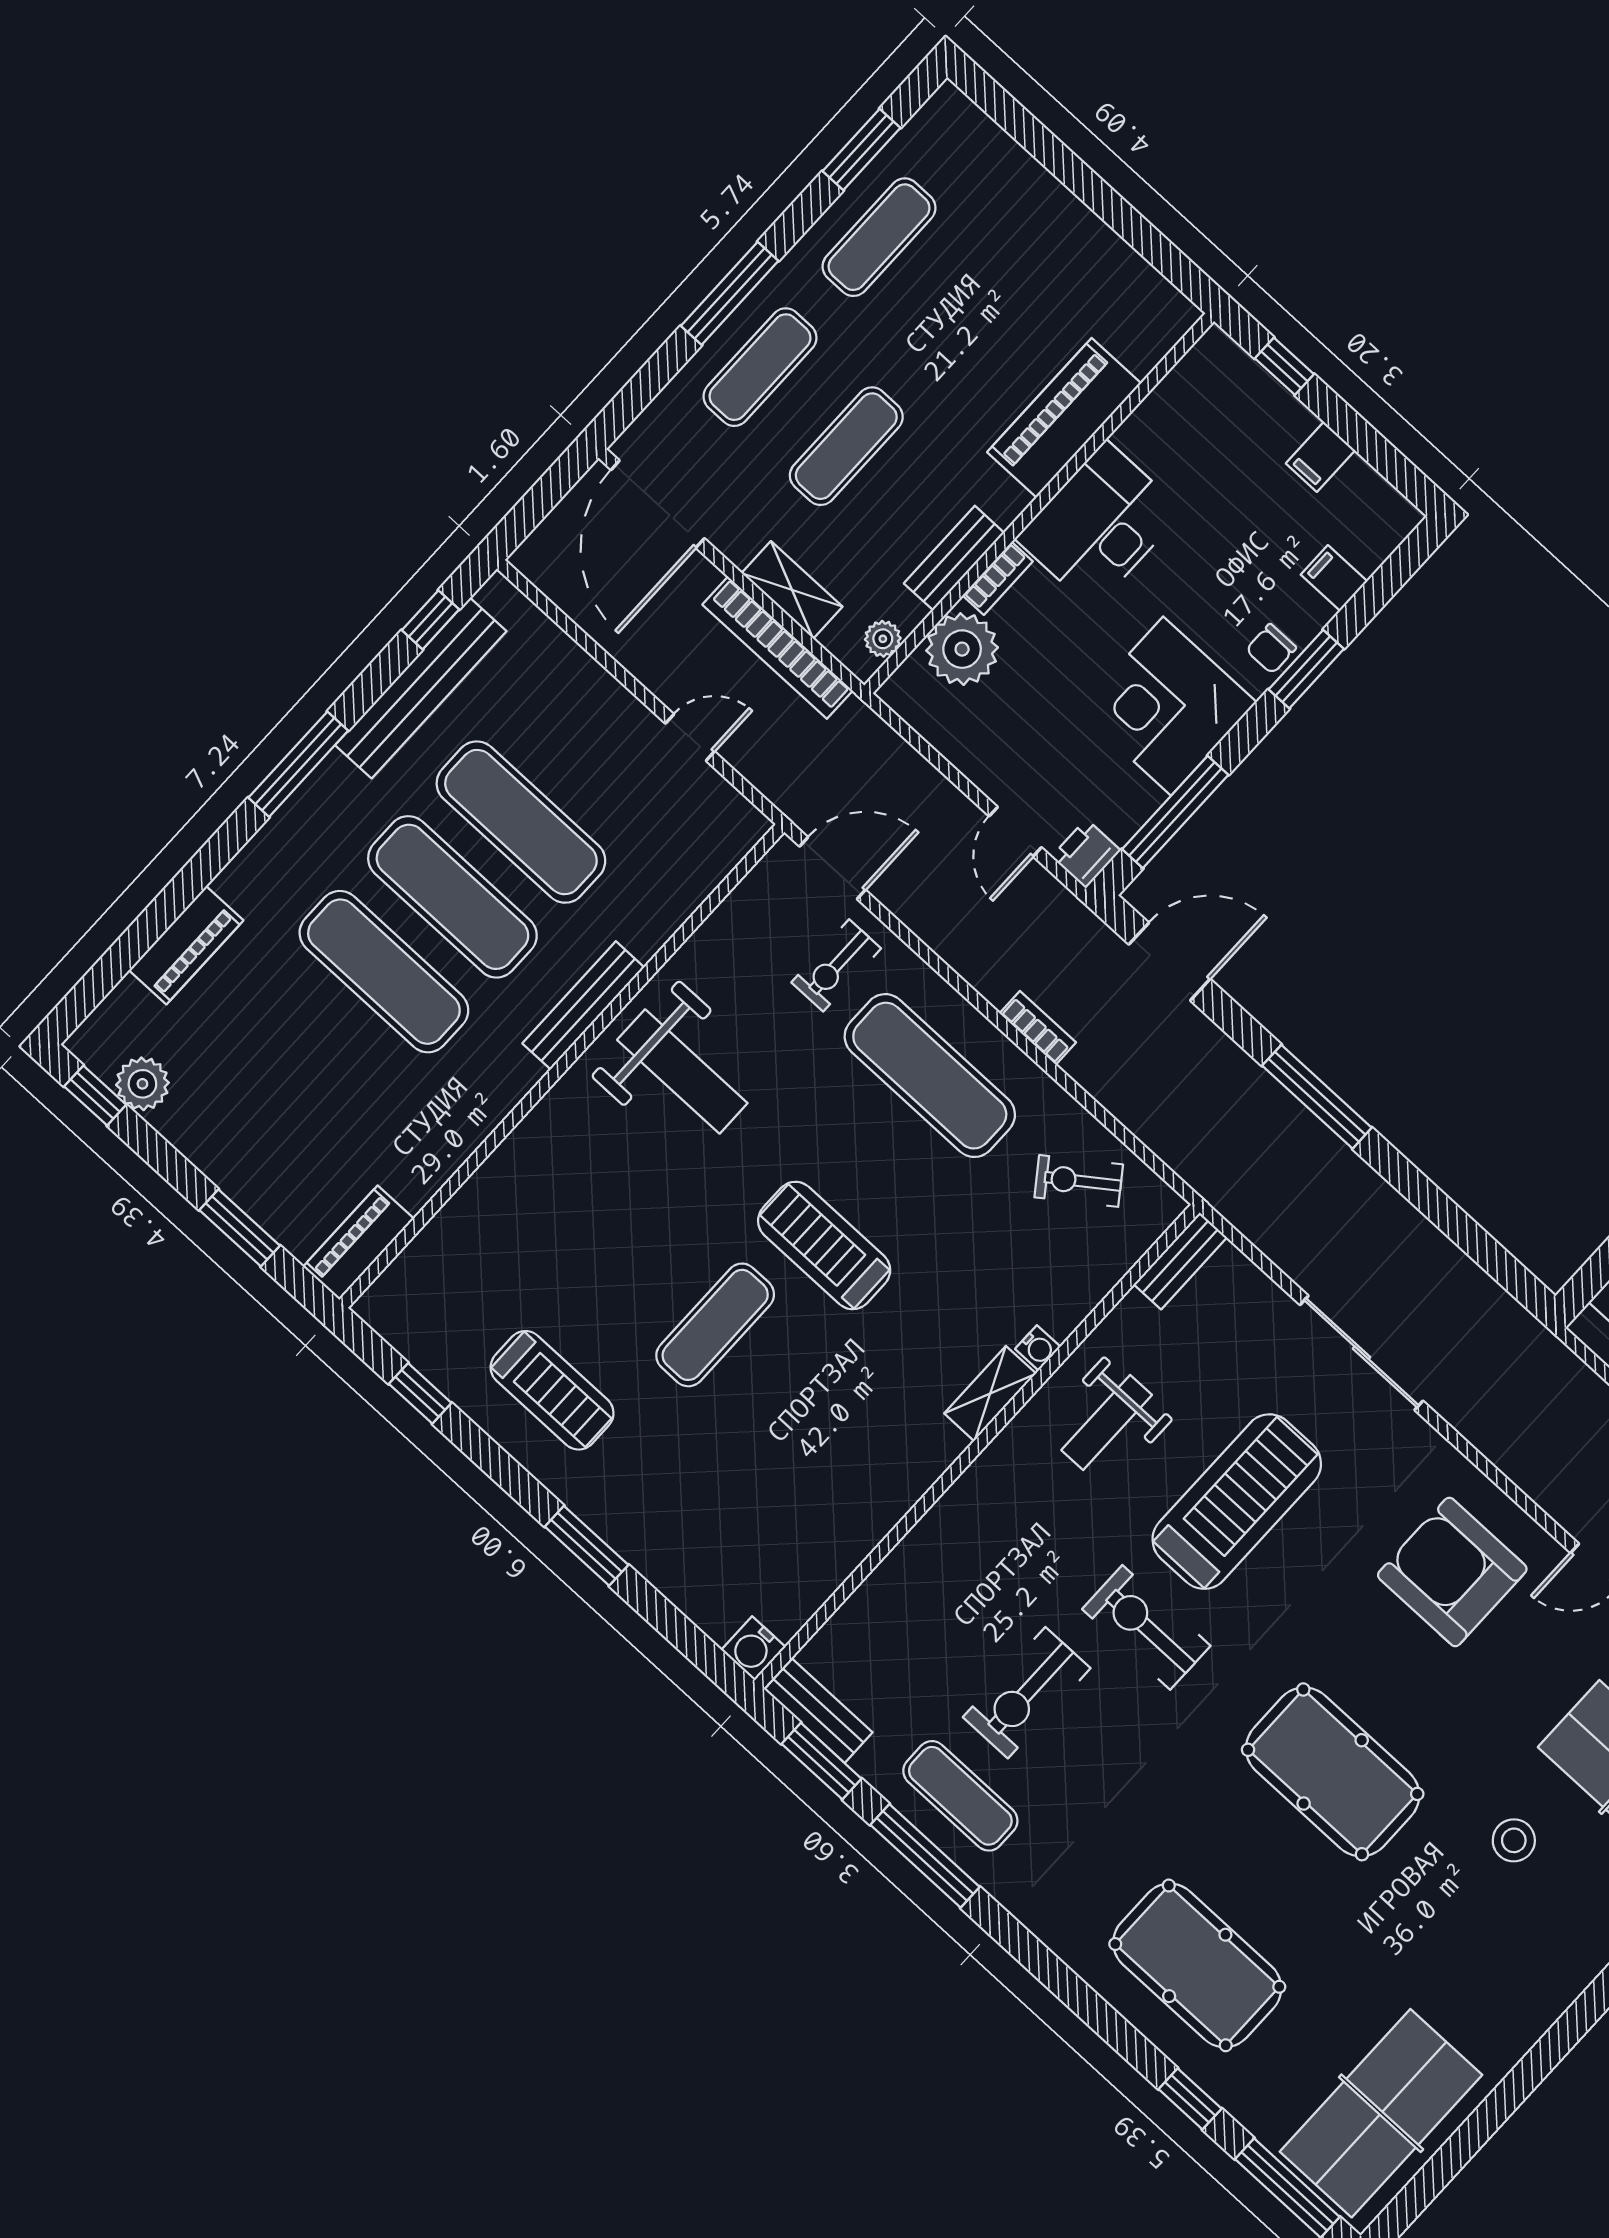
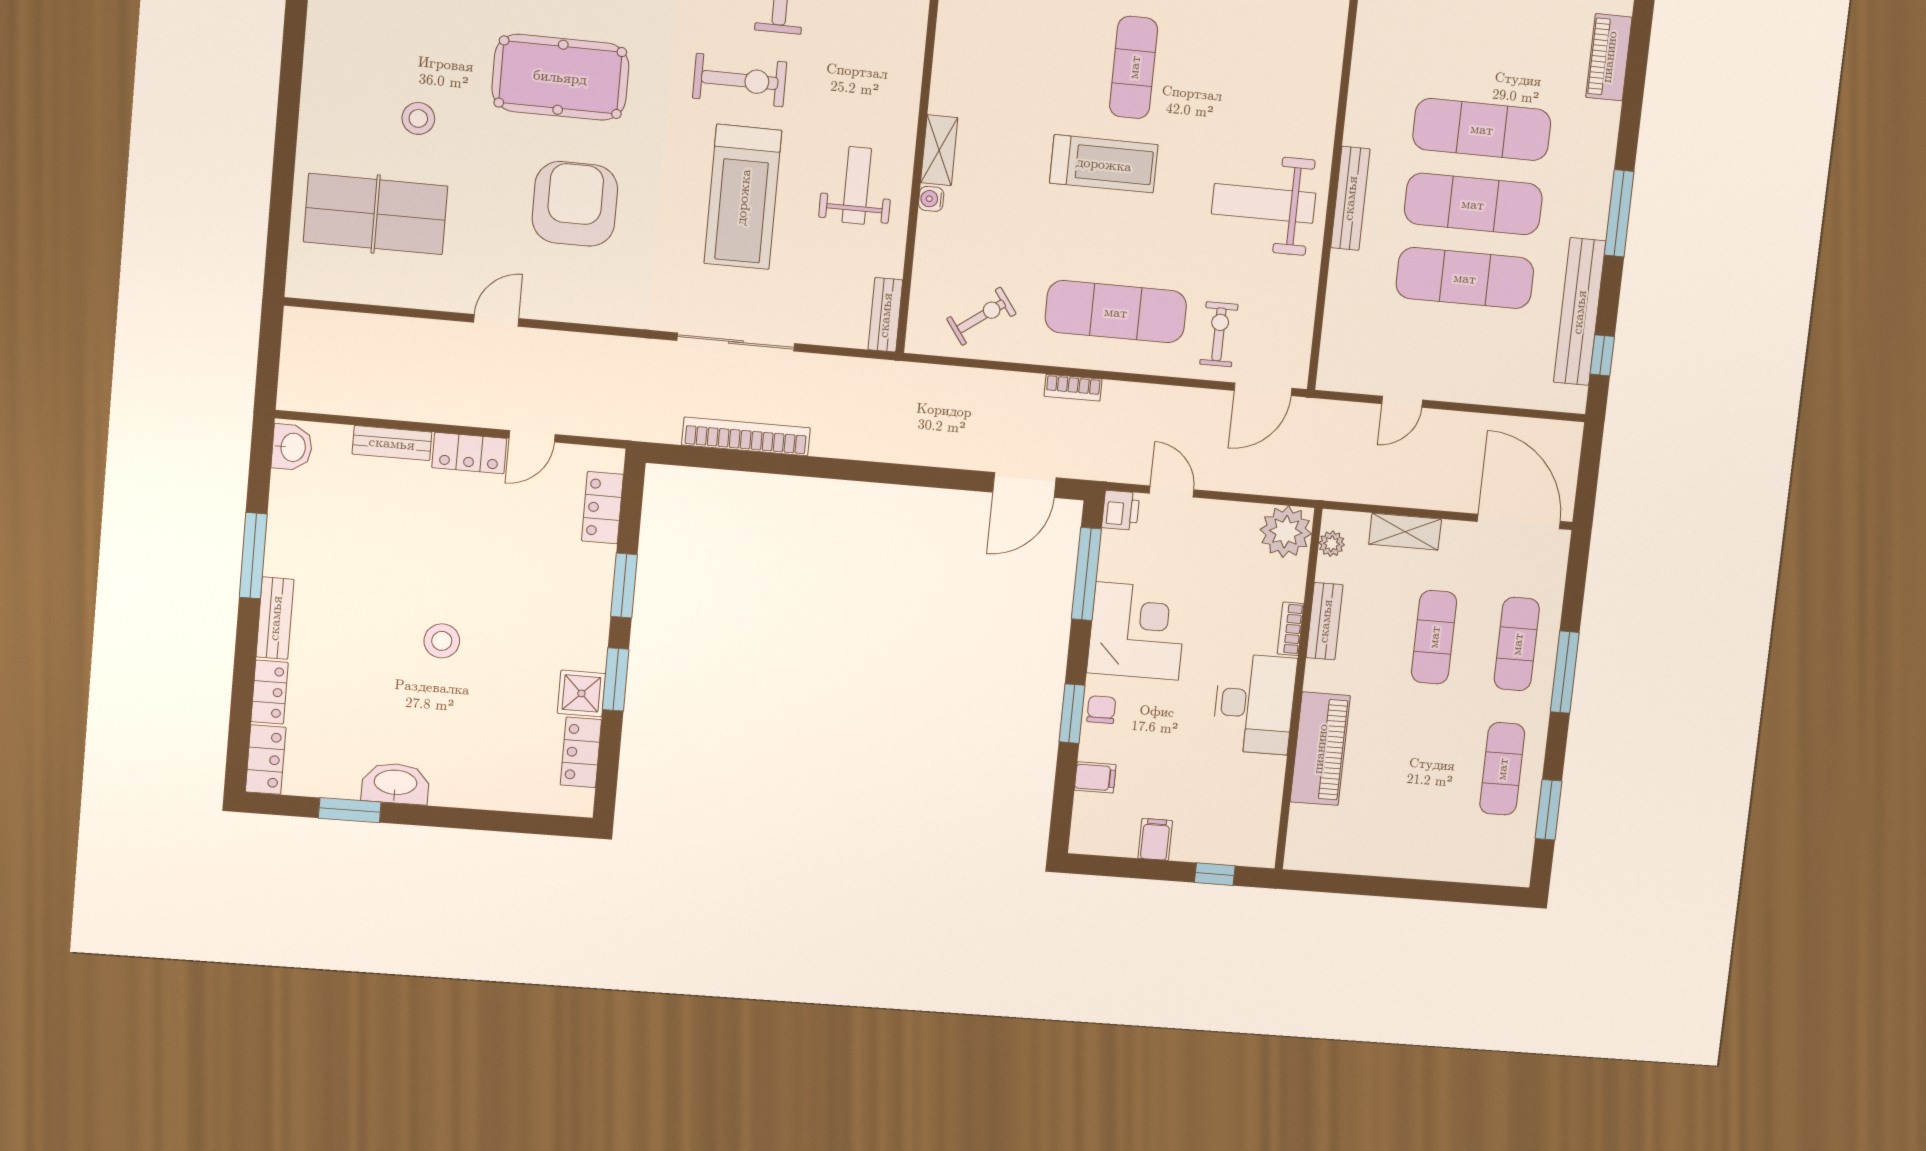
bookcase: (778, 648) -> (746, 436), moved
plant: (962, 649) -> (1286, 532), moved
window: (1317, 1097) -> (878, 472), removed
armchair: (1452, 1572) -> (575, 204), moved, turned -90

